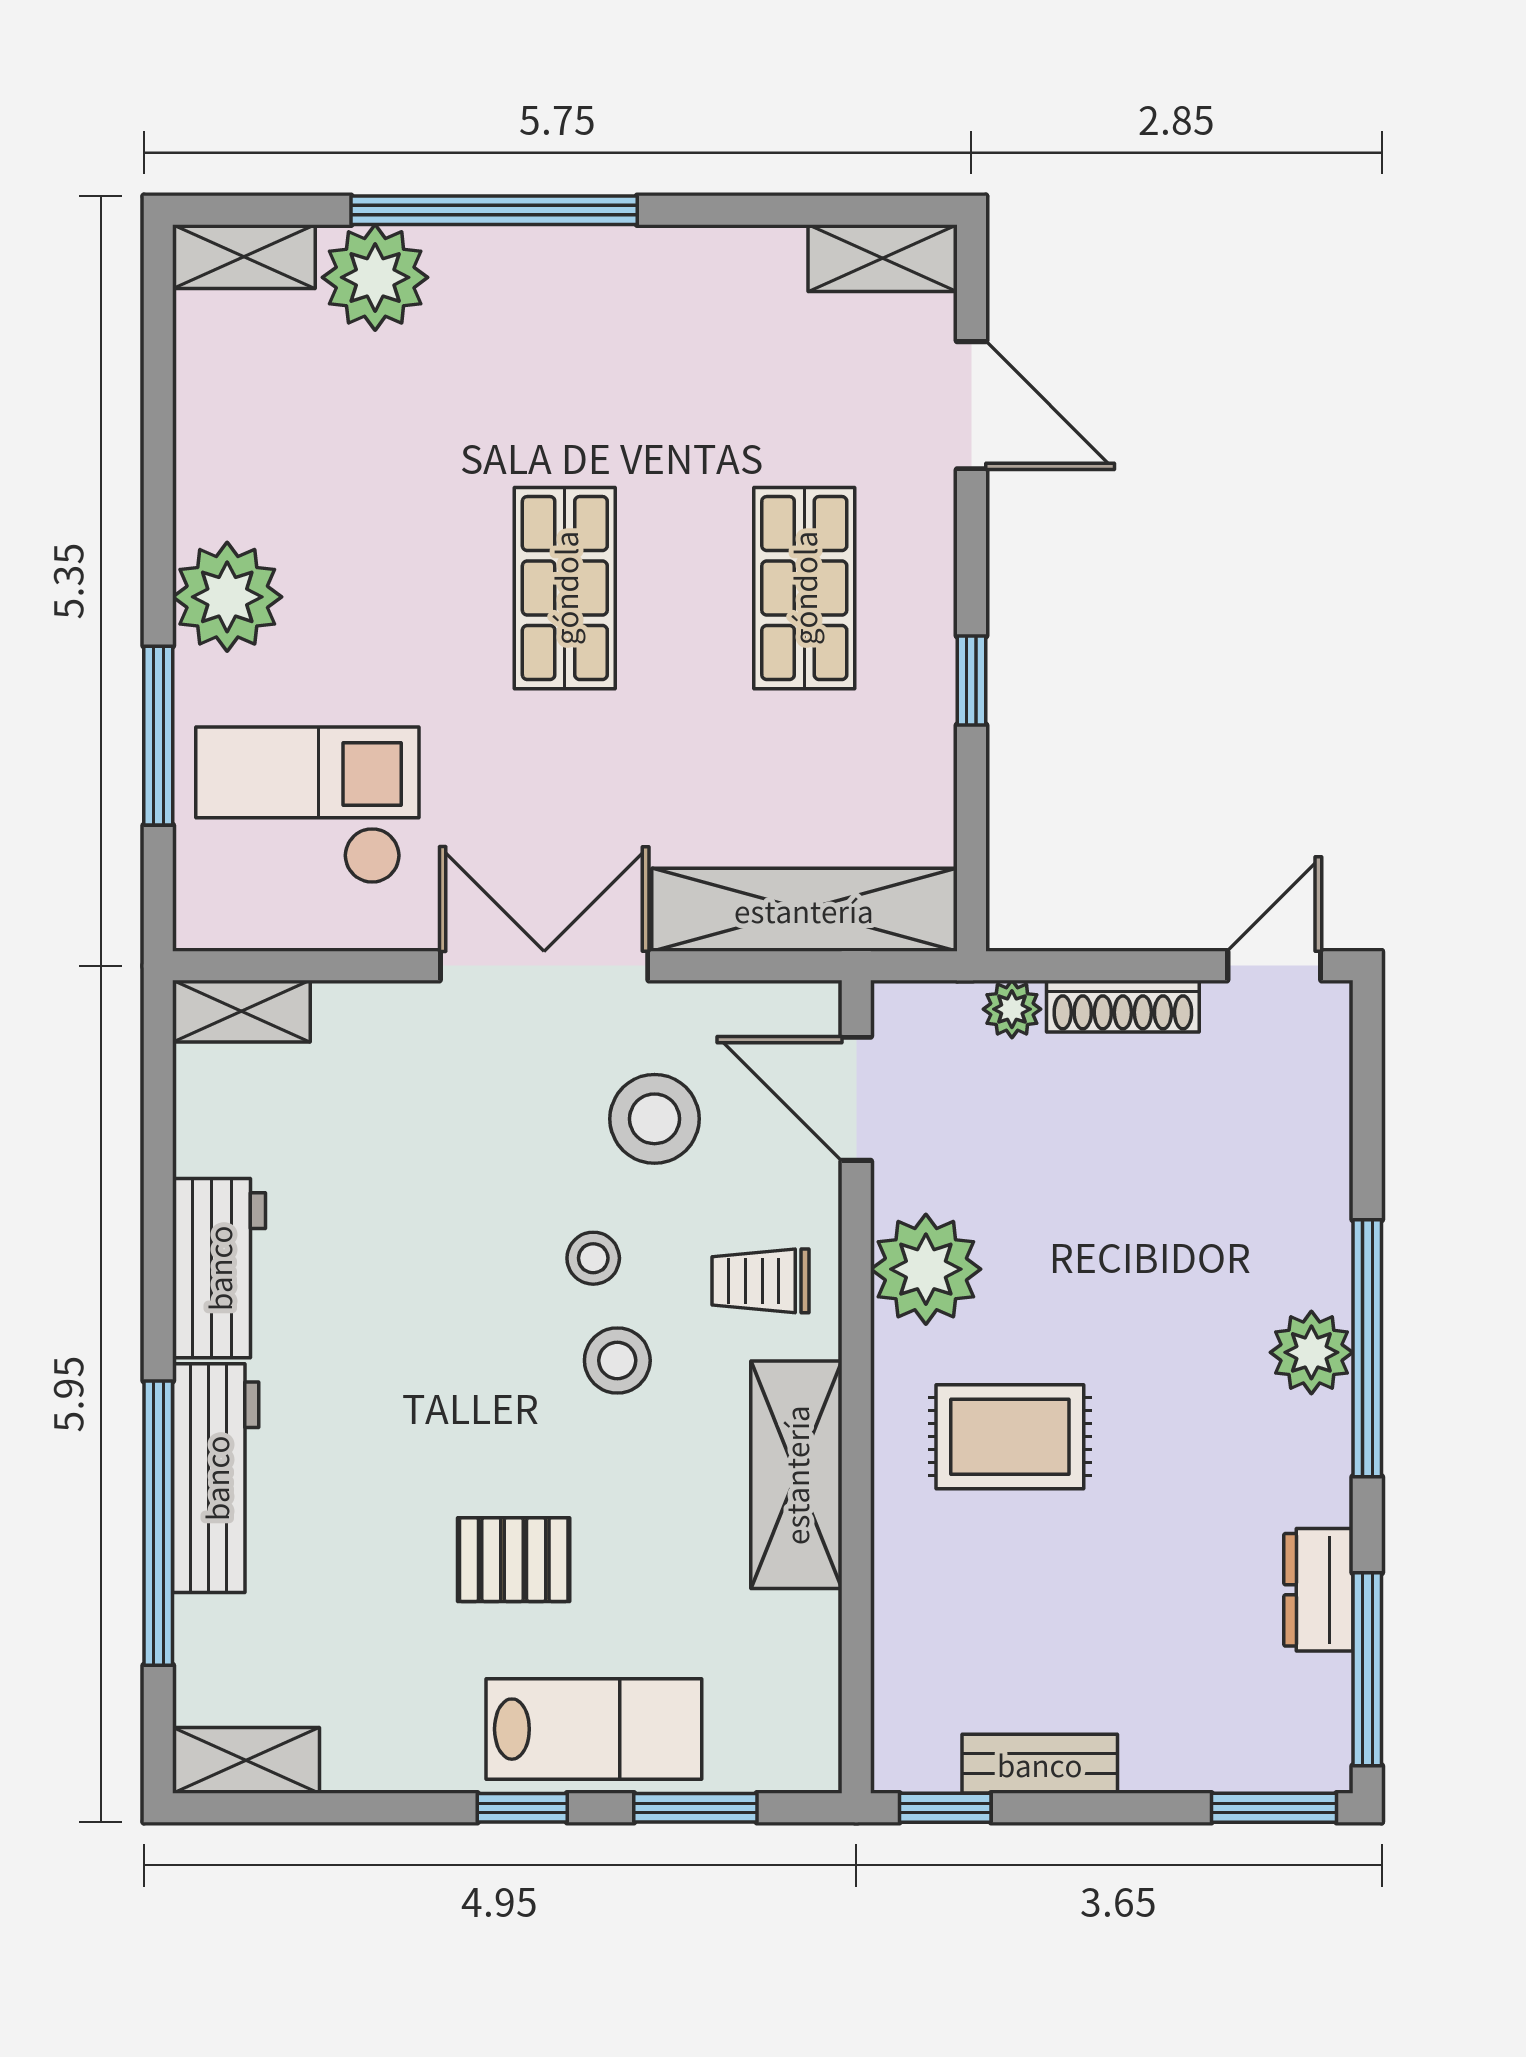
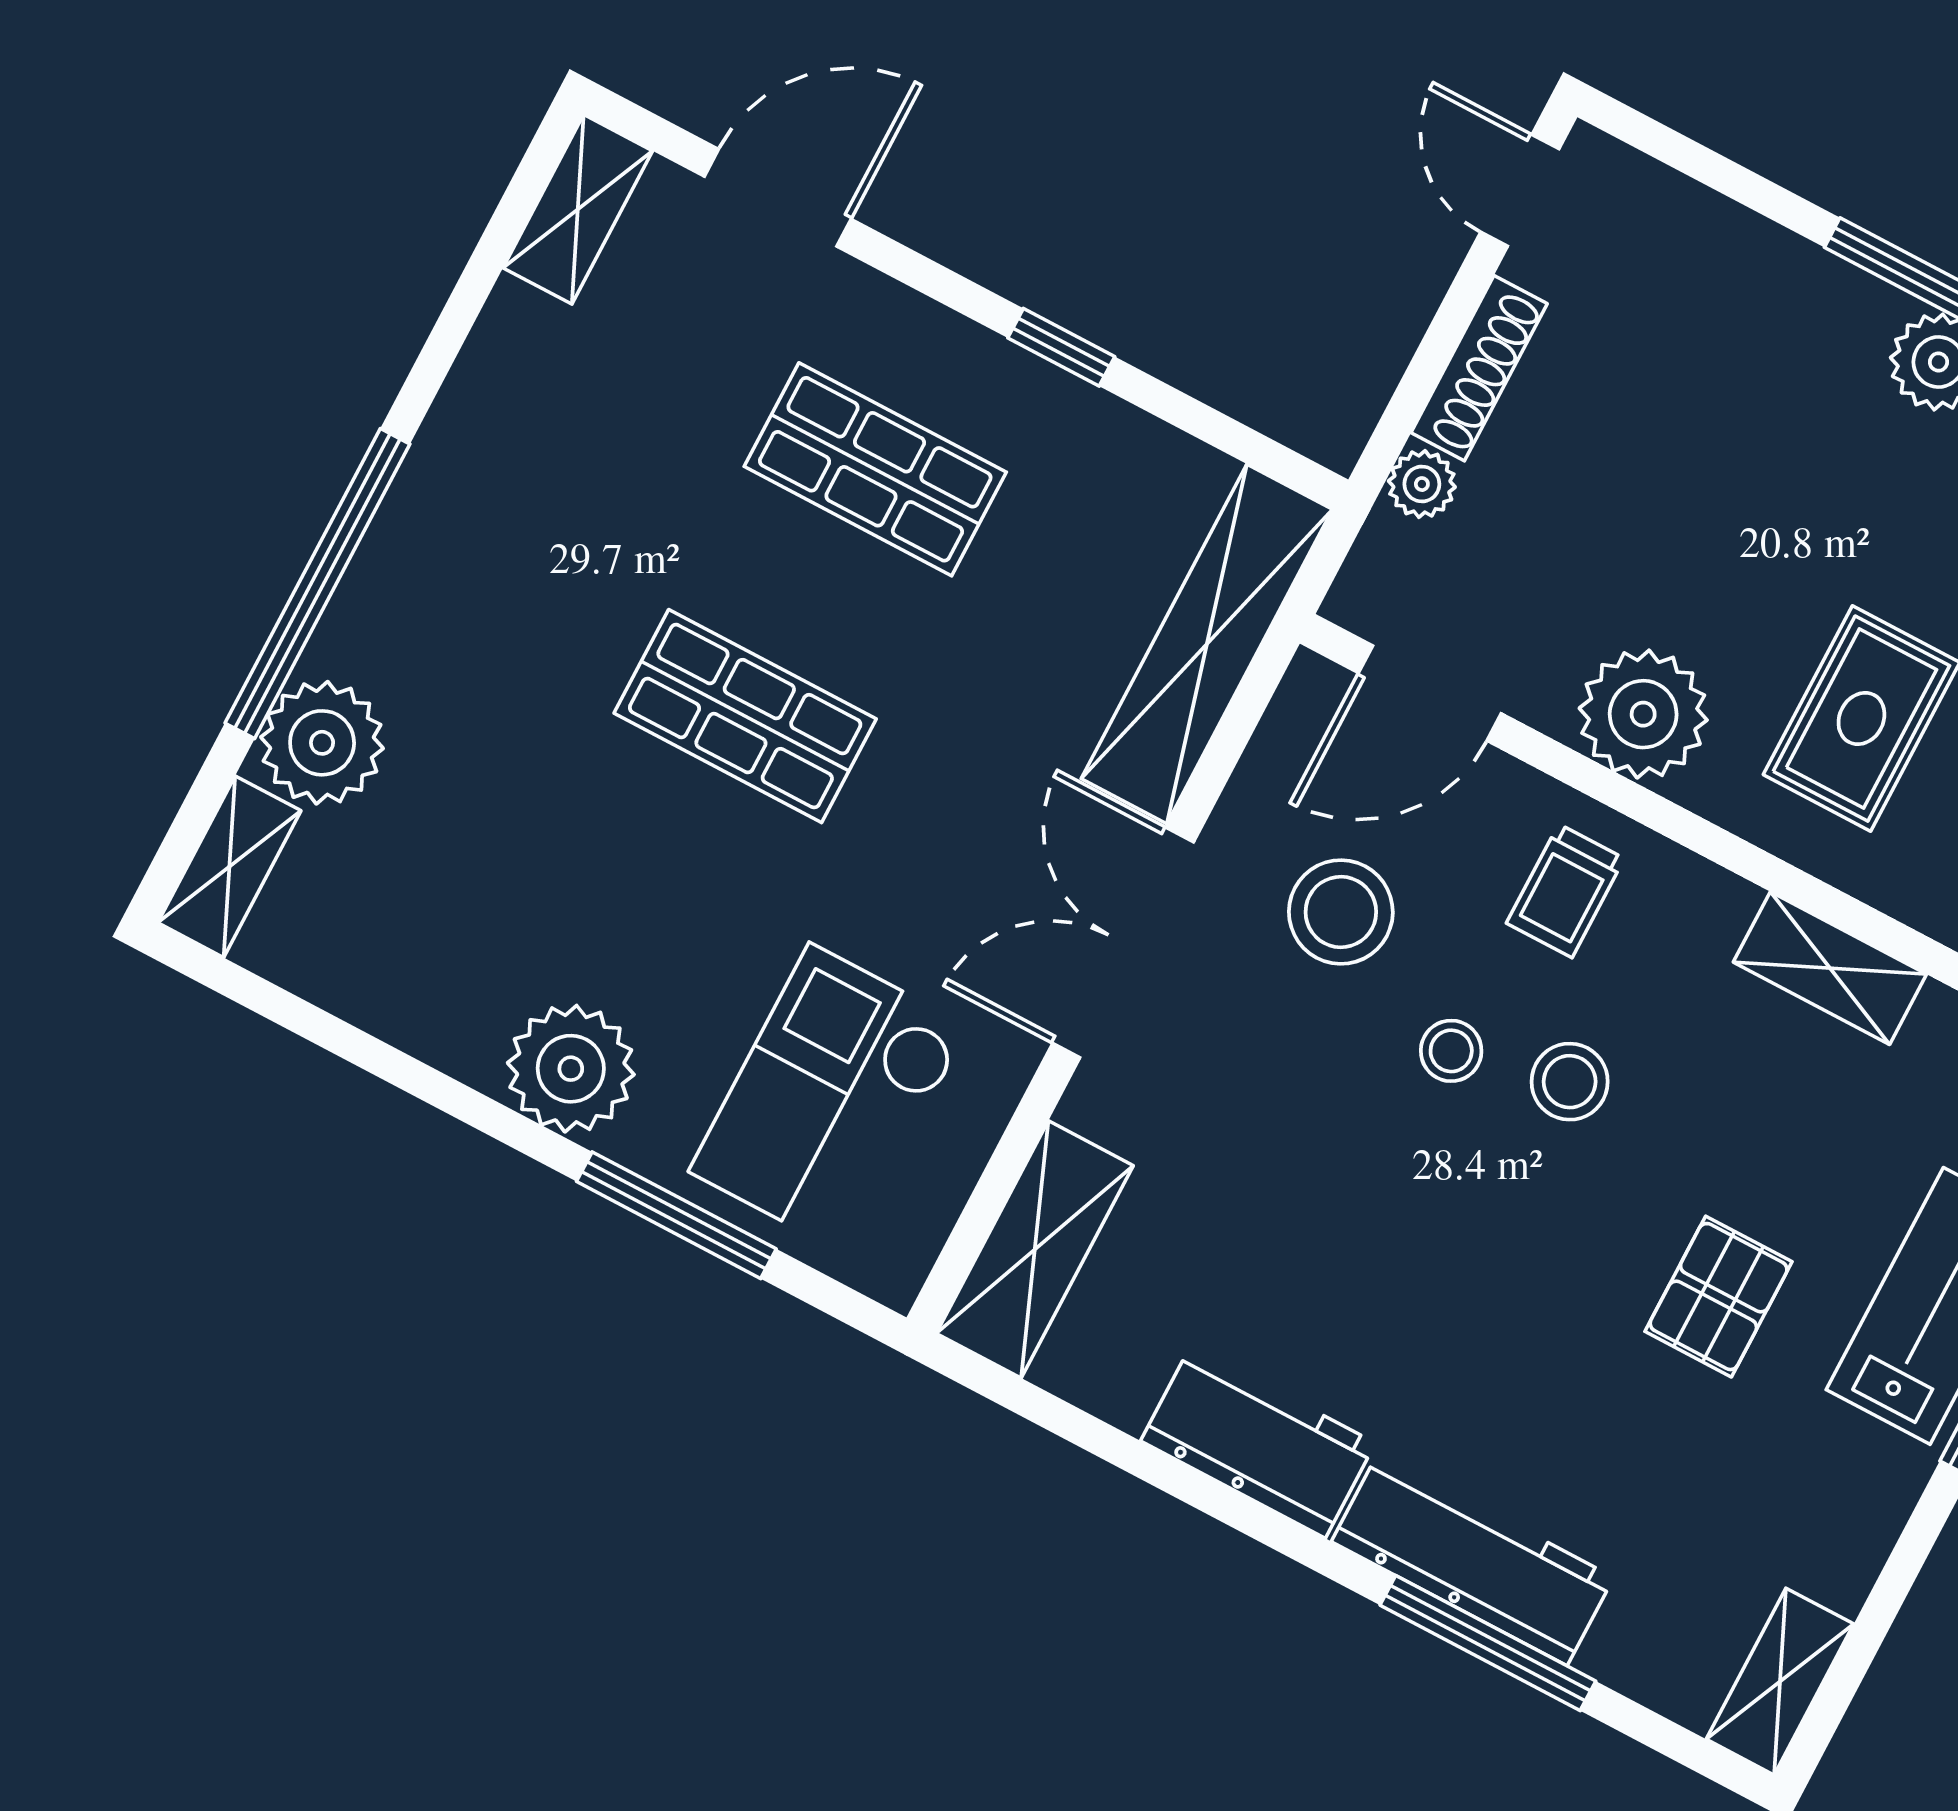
shelving: (241, 1011) -> (1035, 1249), width x1.50, depth x1.33
shelving: (796, 1475) -> (1830, 968), width x0.67, depth x0.75
window: (158, 1523) -> (1488, 1643), width x0.68

